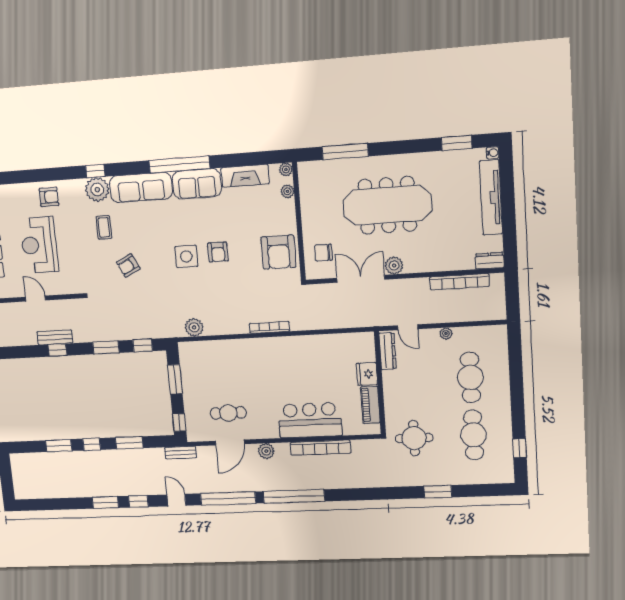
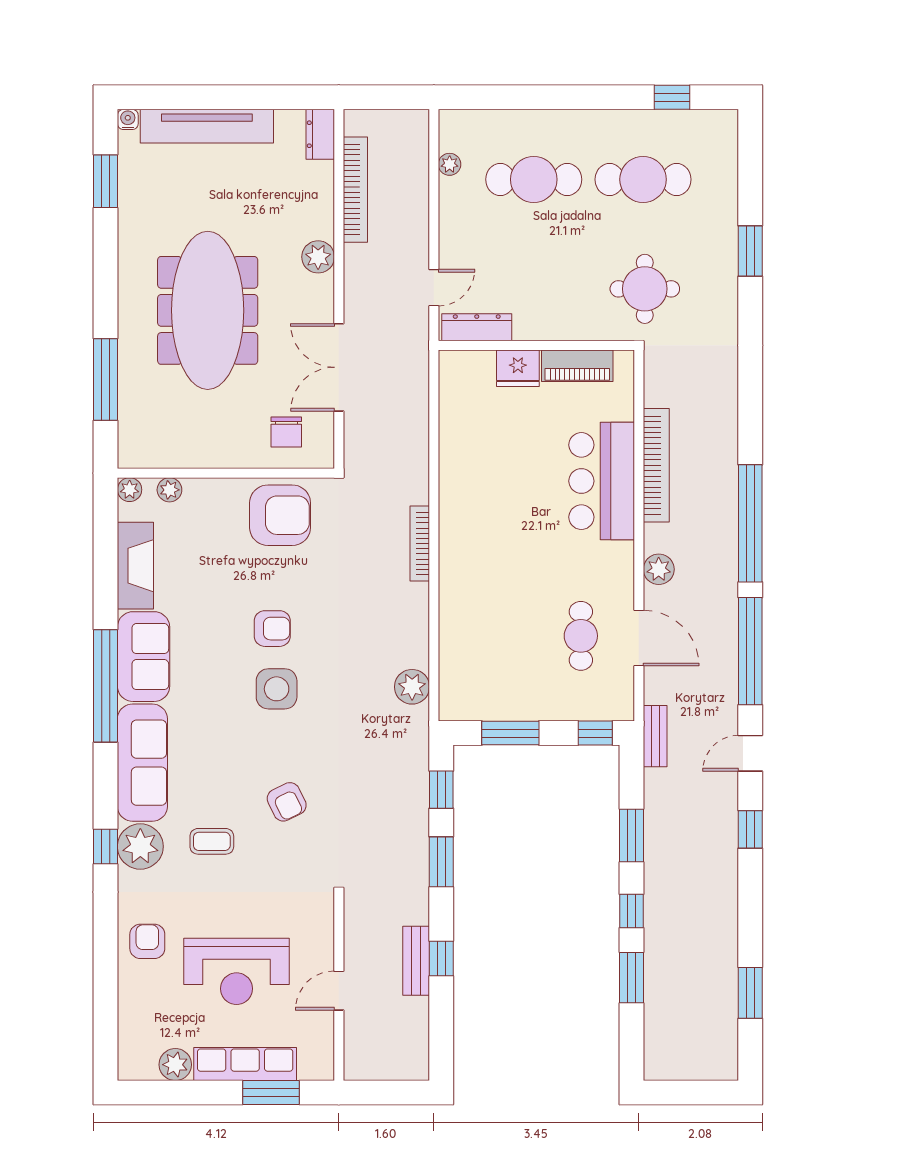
plant: (394, 265) -> (318, 257), moved
plant: (446, 334) -> (450, 164), moved
window: (105, 502) -> (750, 993), moved

